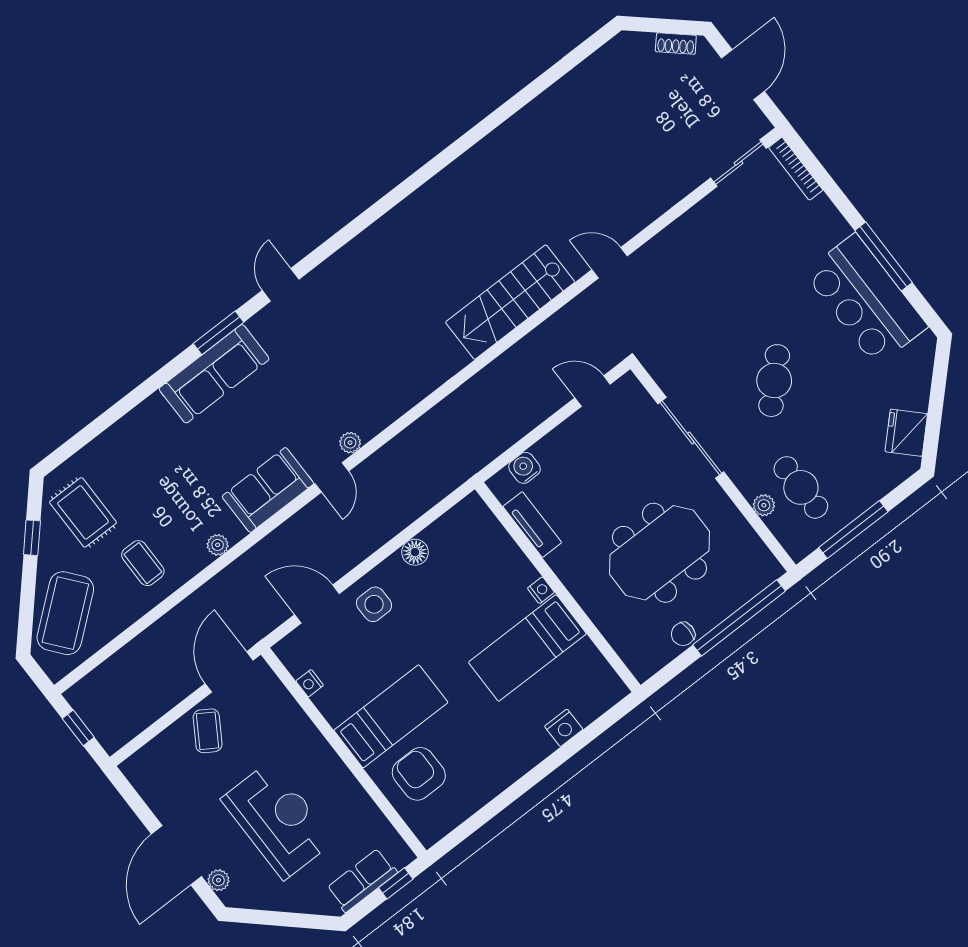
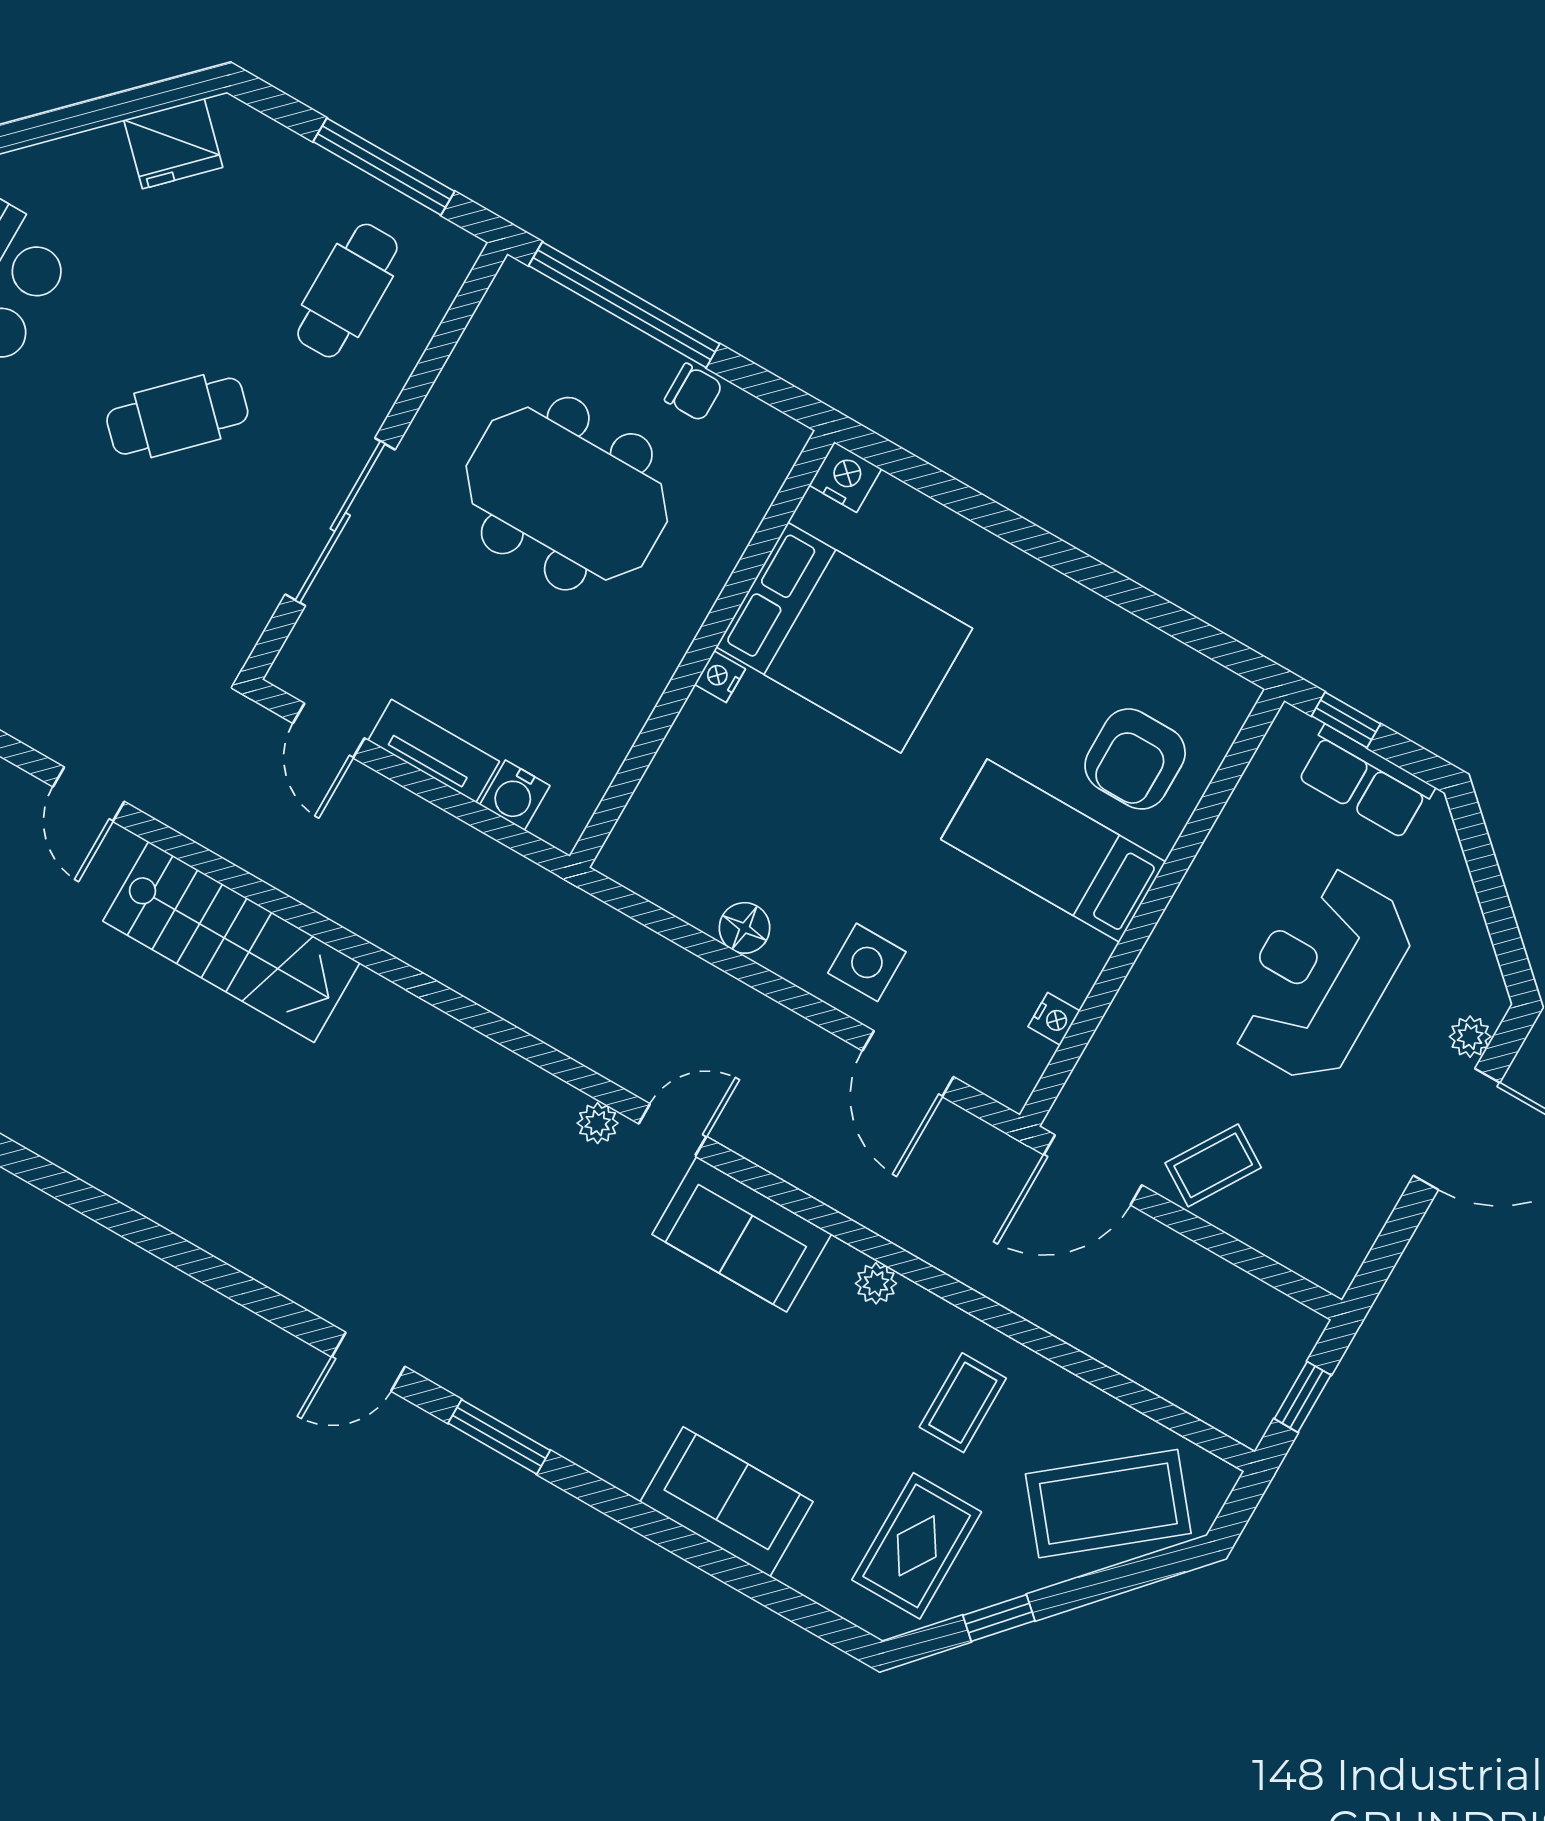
sofa: (214, 374) -> (726, 1502), moved, width x0.73
plant: (764, 505) -> (406, 343), removed
tv unit: (532, 525) -> (434, 751), moved, turned 90
bed: (527, 648) -> (844, 638), width x1.50
nightstand: (564, 728) -> (845, 477), moved

